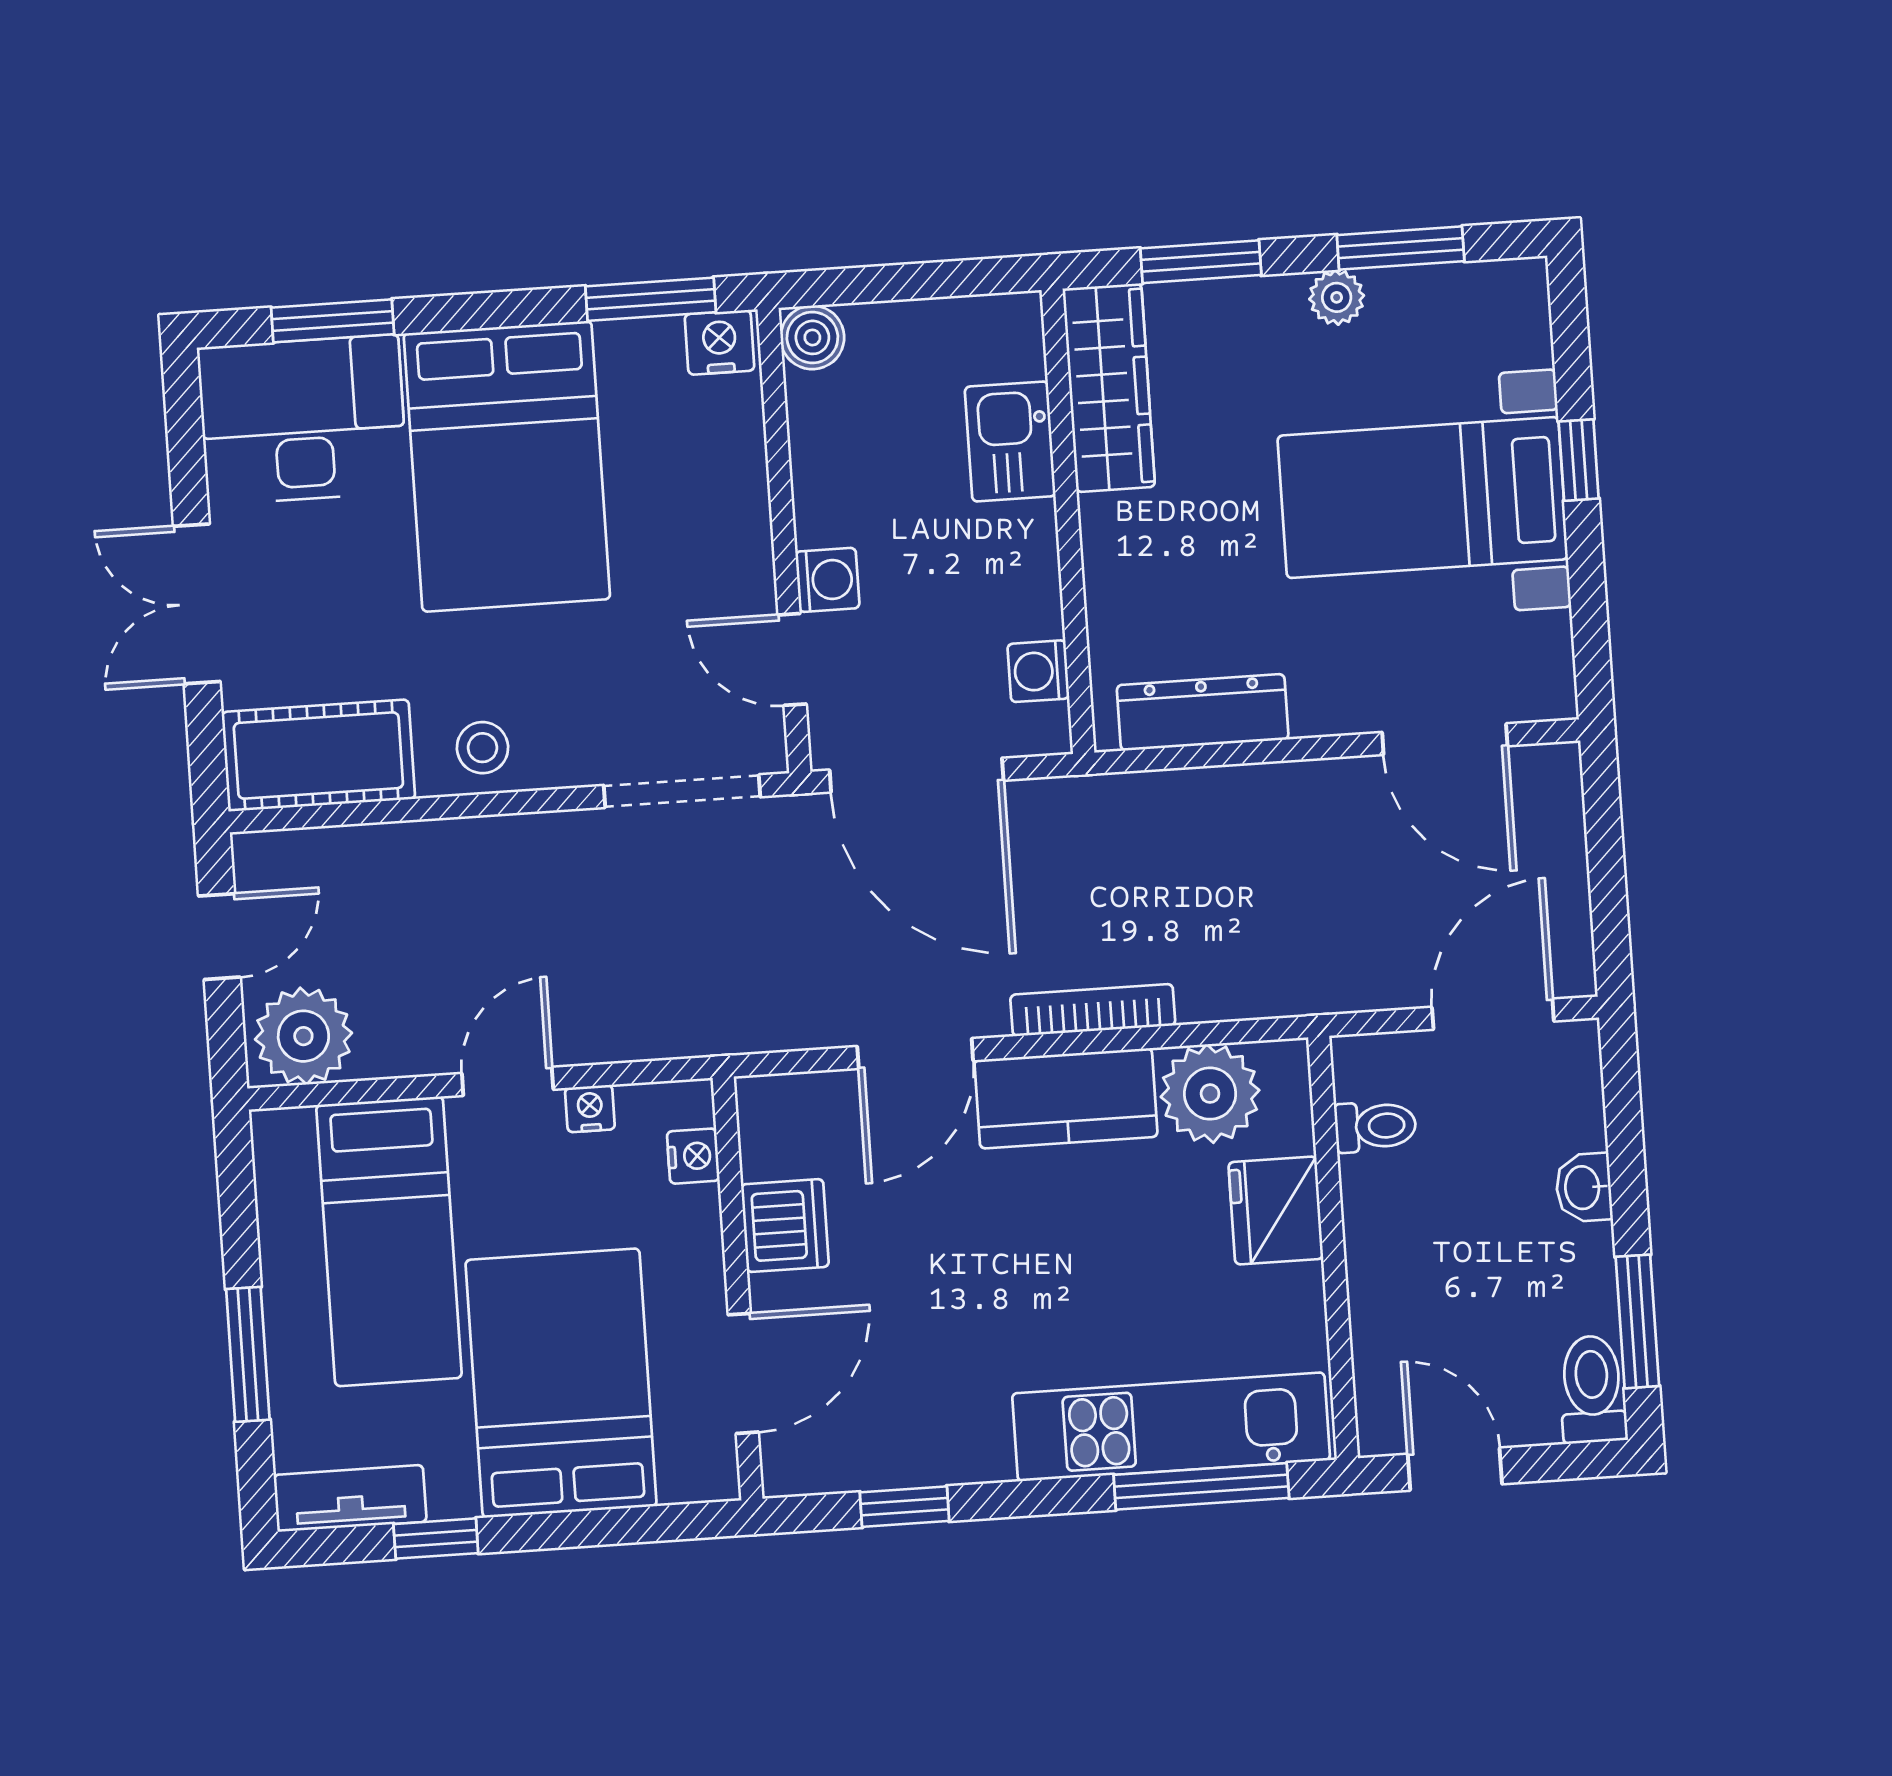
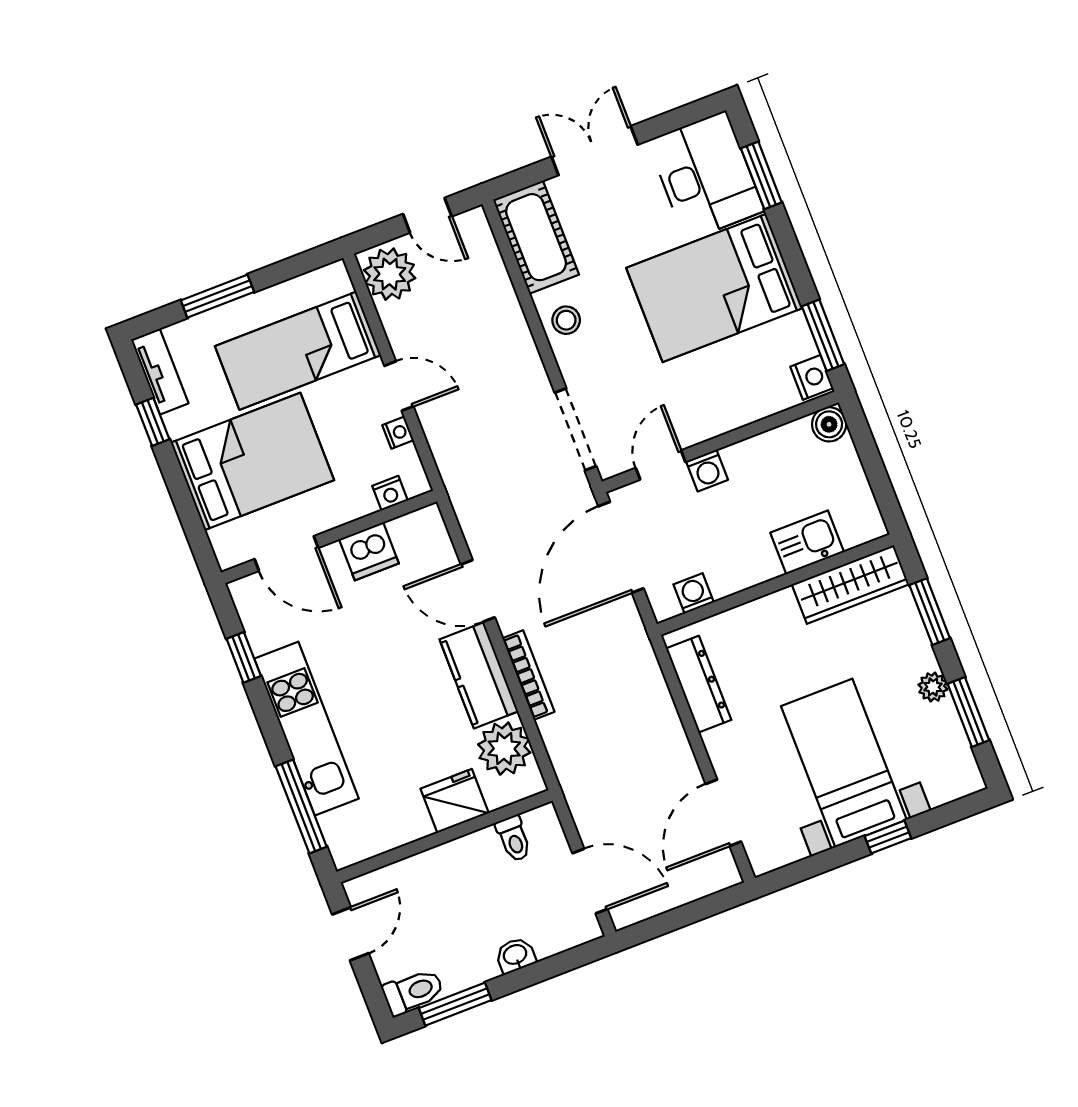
kitchen unit: (1171, 1427) -> (307, 729), moved

